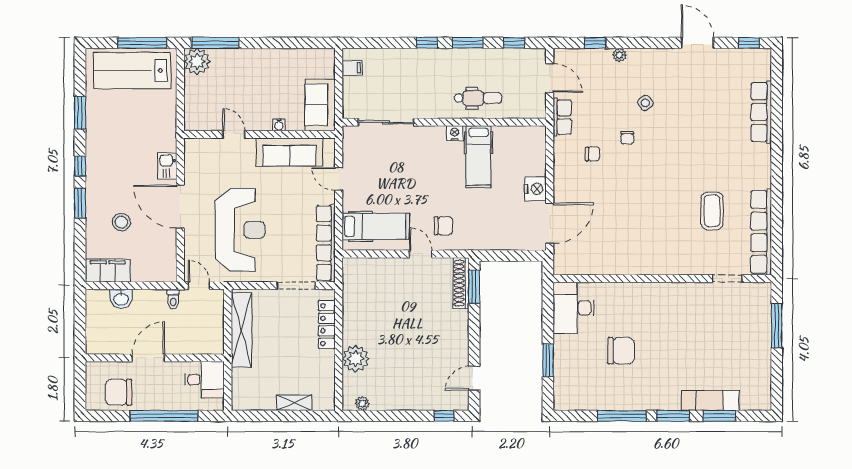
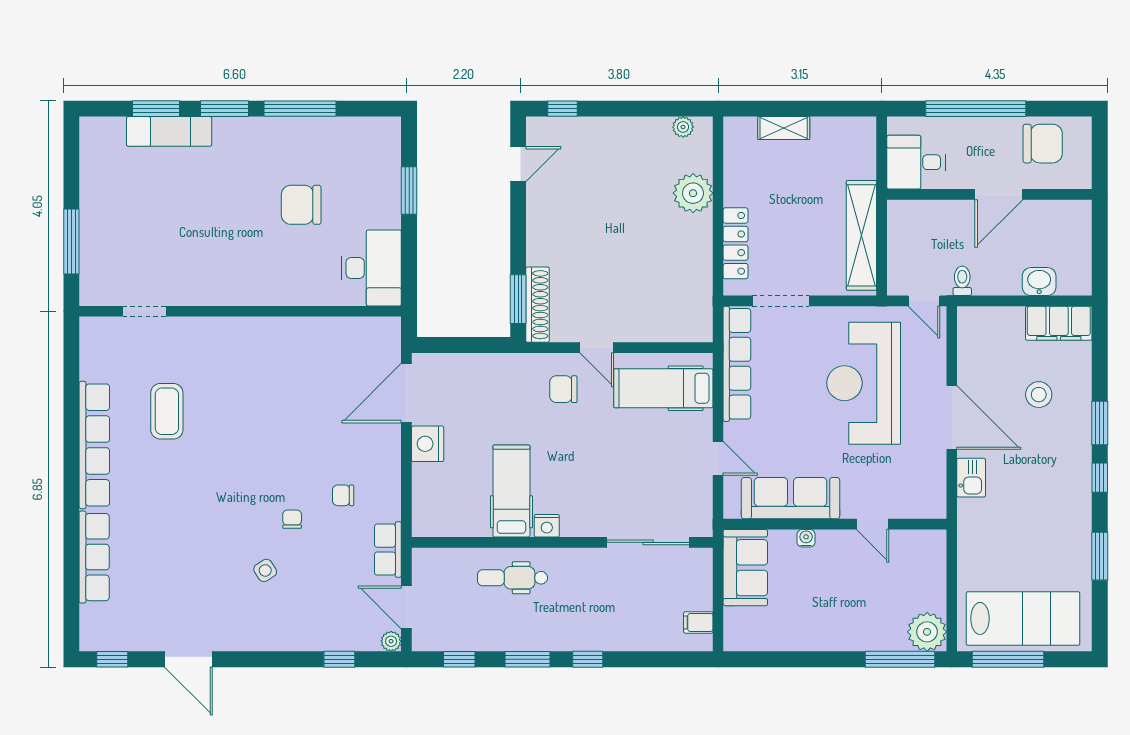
plant: (619, 55) -> (391, 641), moved
row of seats: (761, 232) -> (94, 445), moved

